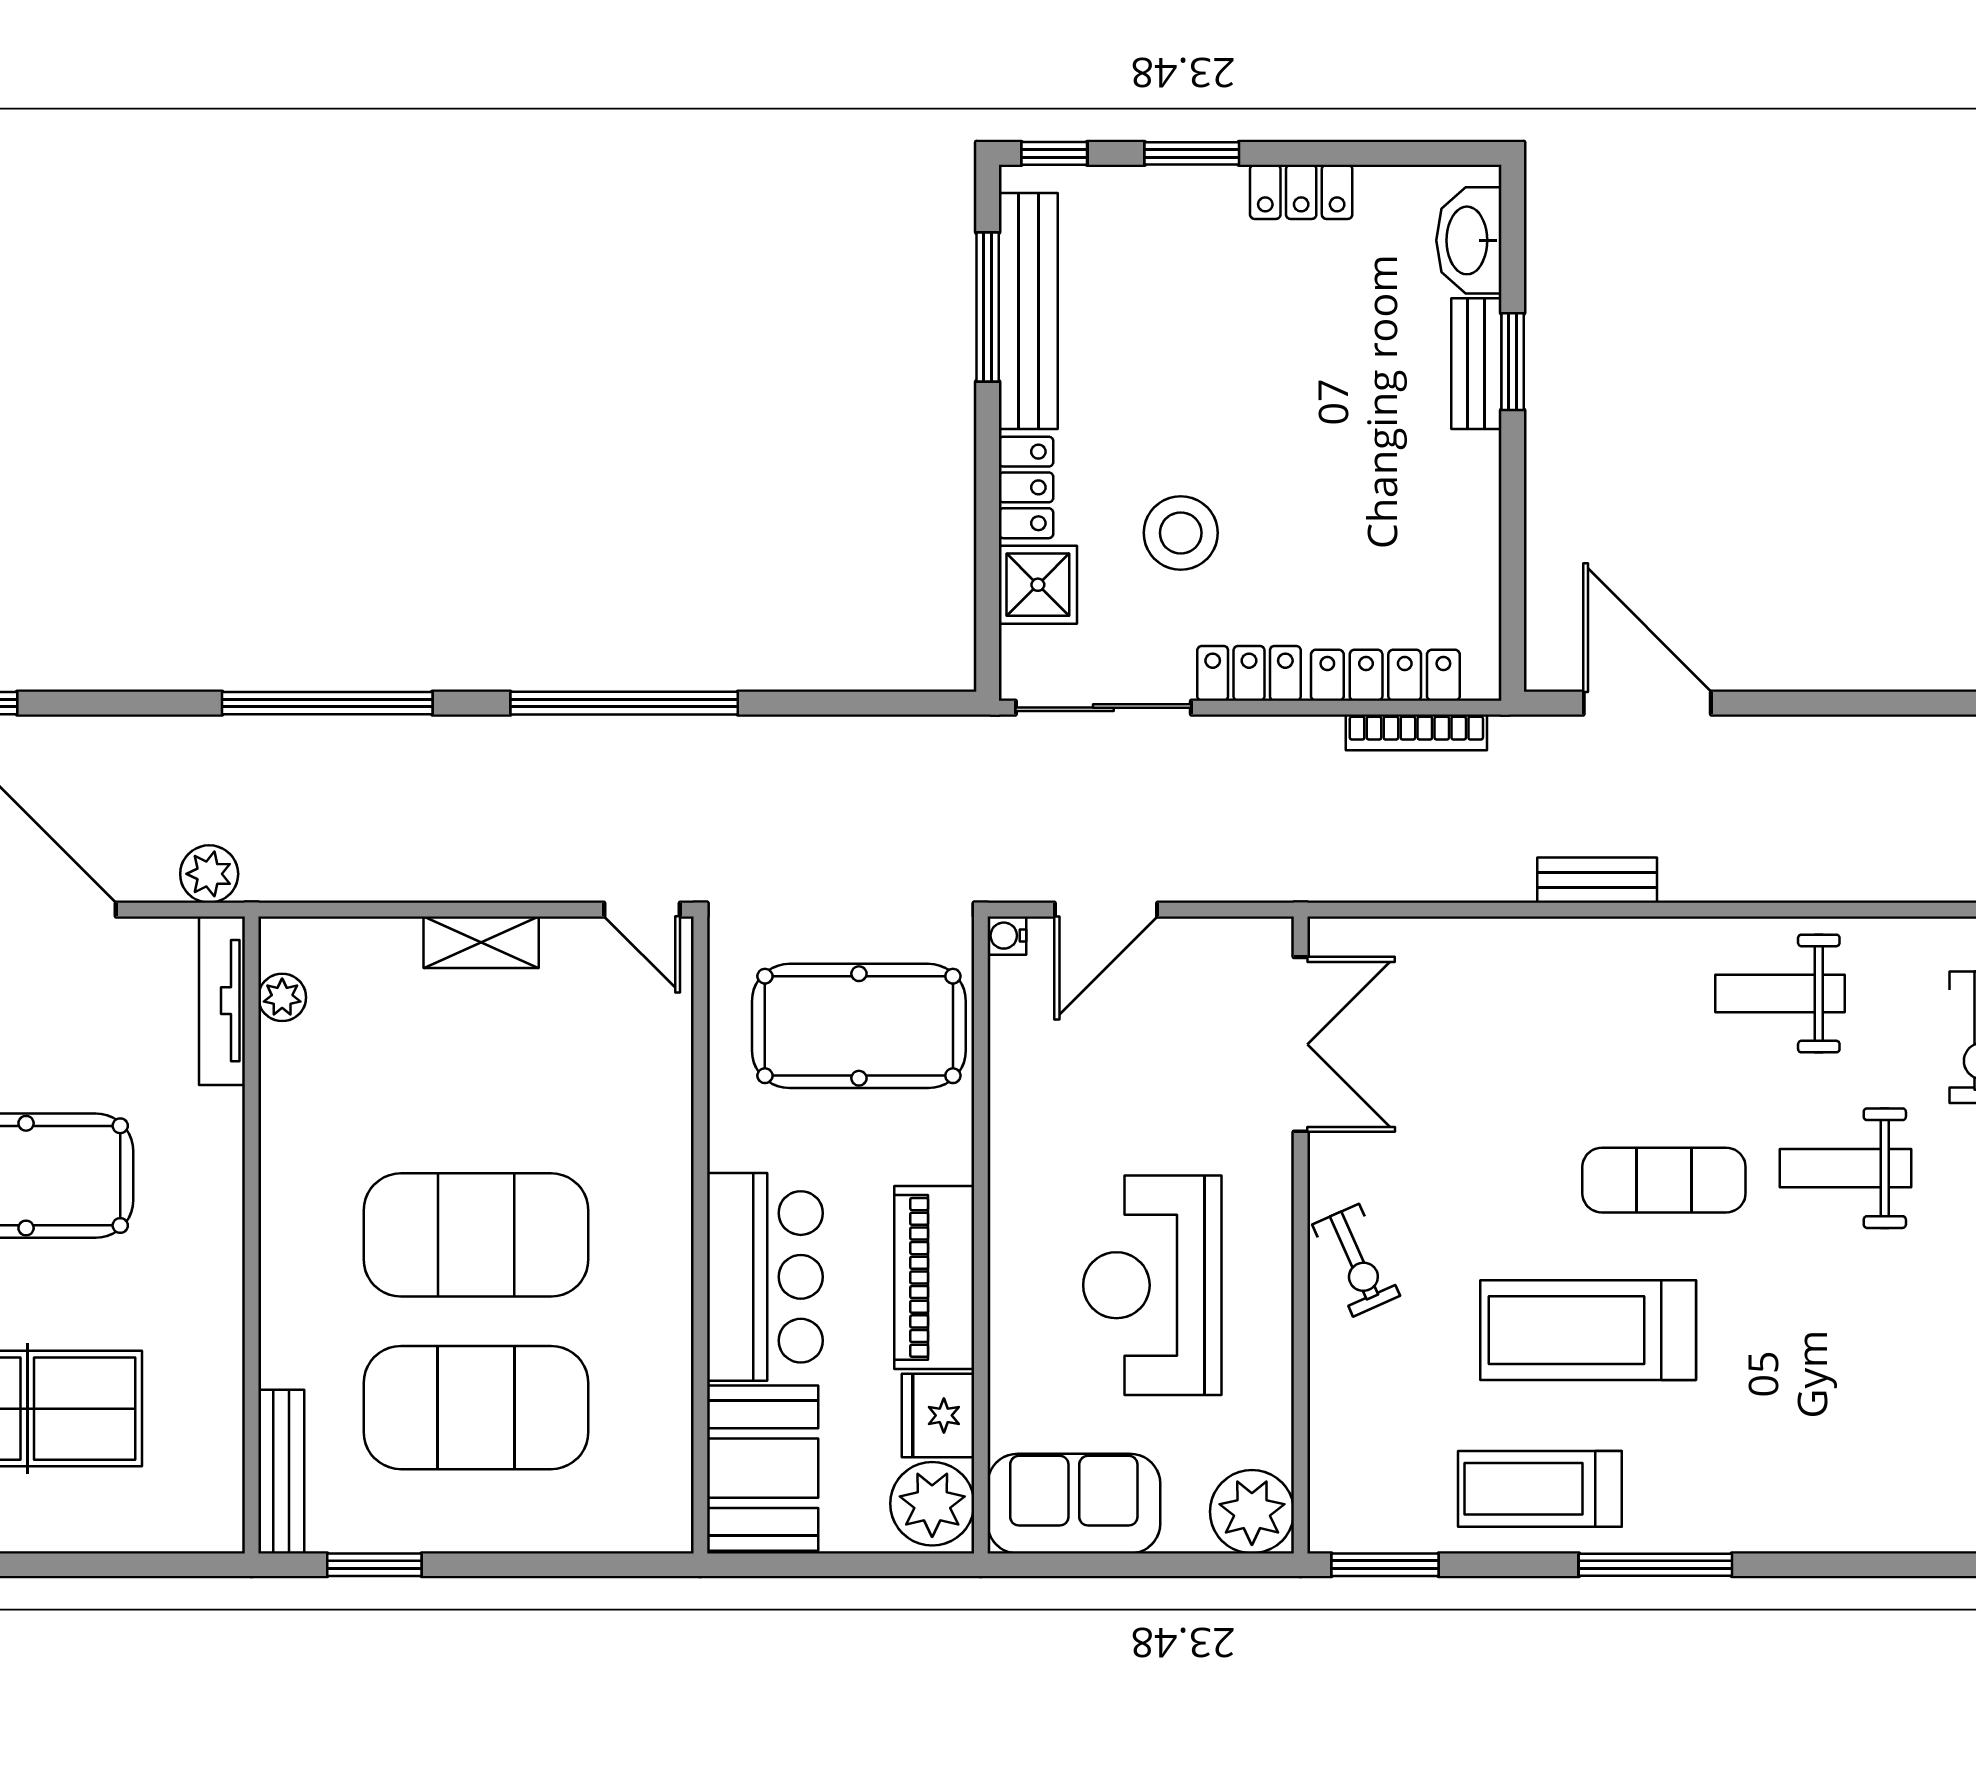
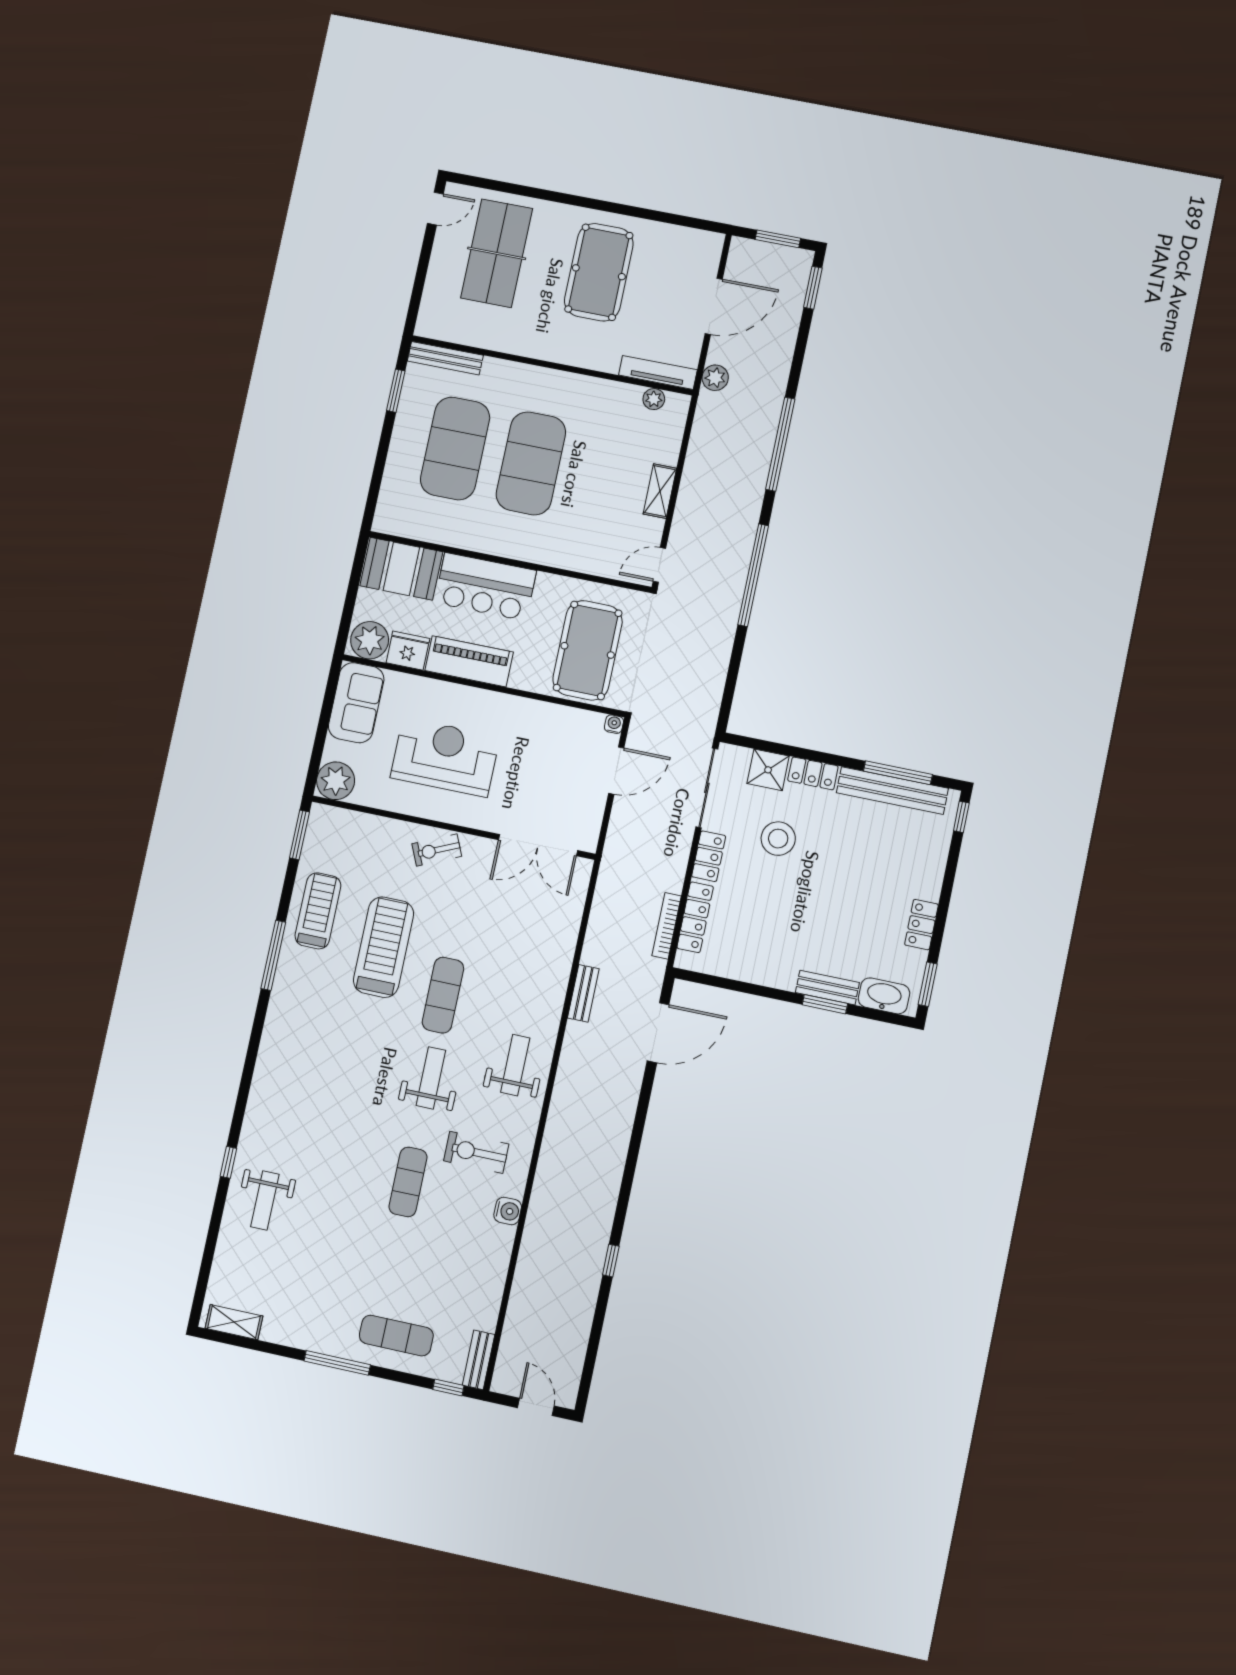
window: (1192, 153) -> (928, 984), moved
door: (1106, 910) -> (616, 771), swing flipped

